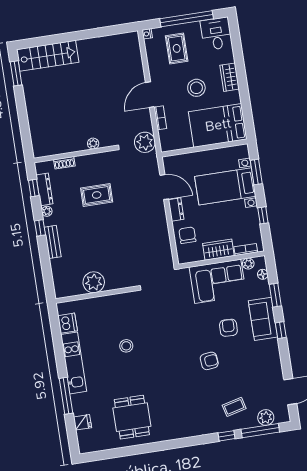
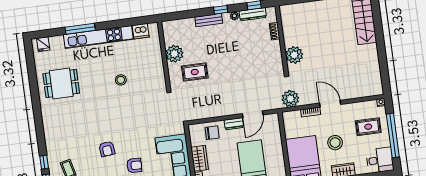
plant: (93, 144) -> (294, 55), width x1.88, depth x1.88
rug: (97, 195) -> (195, 72), moved, turned 90
kitchen unit: (74, 363) -> (98, 37), width x1.36
fridge: (82, 422) -> (43, 44), moved

